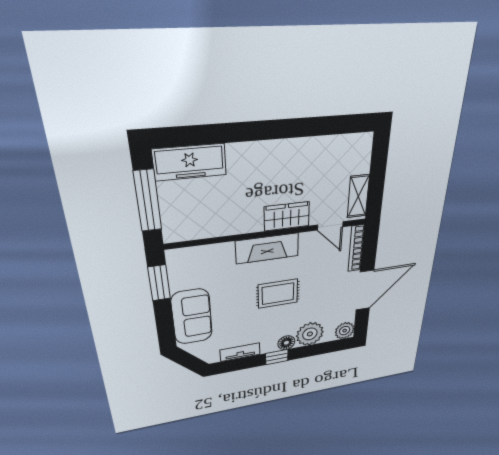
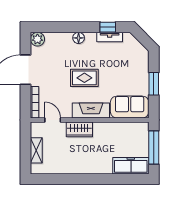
shelving: (358, 196) -> (36, 150), moved
window: (159, 283) -> (154, 84), moved
sofa: (192, 317) -> (130, 107), moved, turned 90
plant: (310, 334) -> (62, 42), removed
window: (277, 357) -> (108, 27), moved

